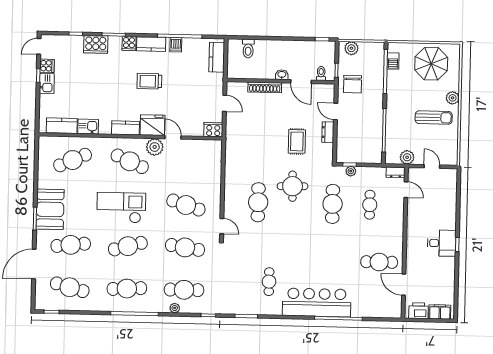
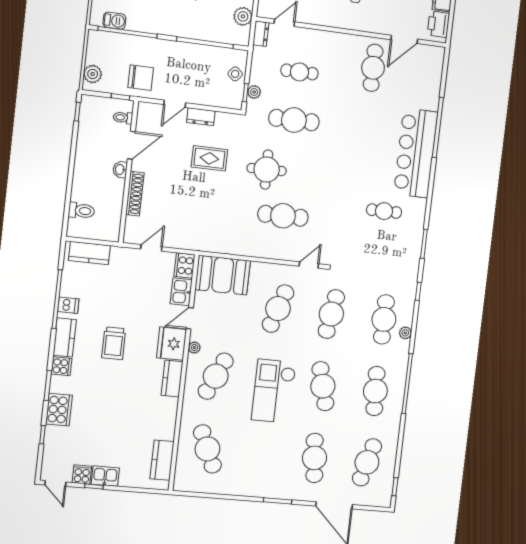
kitchen sink: (88, 127) -> (181, 292), moved
plant: (155, 147) -> (194, 348), width x0.53, depth x0.53
side table: (363, 155) -> (235, 74), added
booth: (50, 209) -> (223, 275), moved

